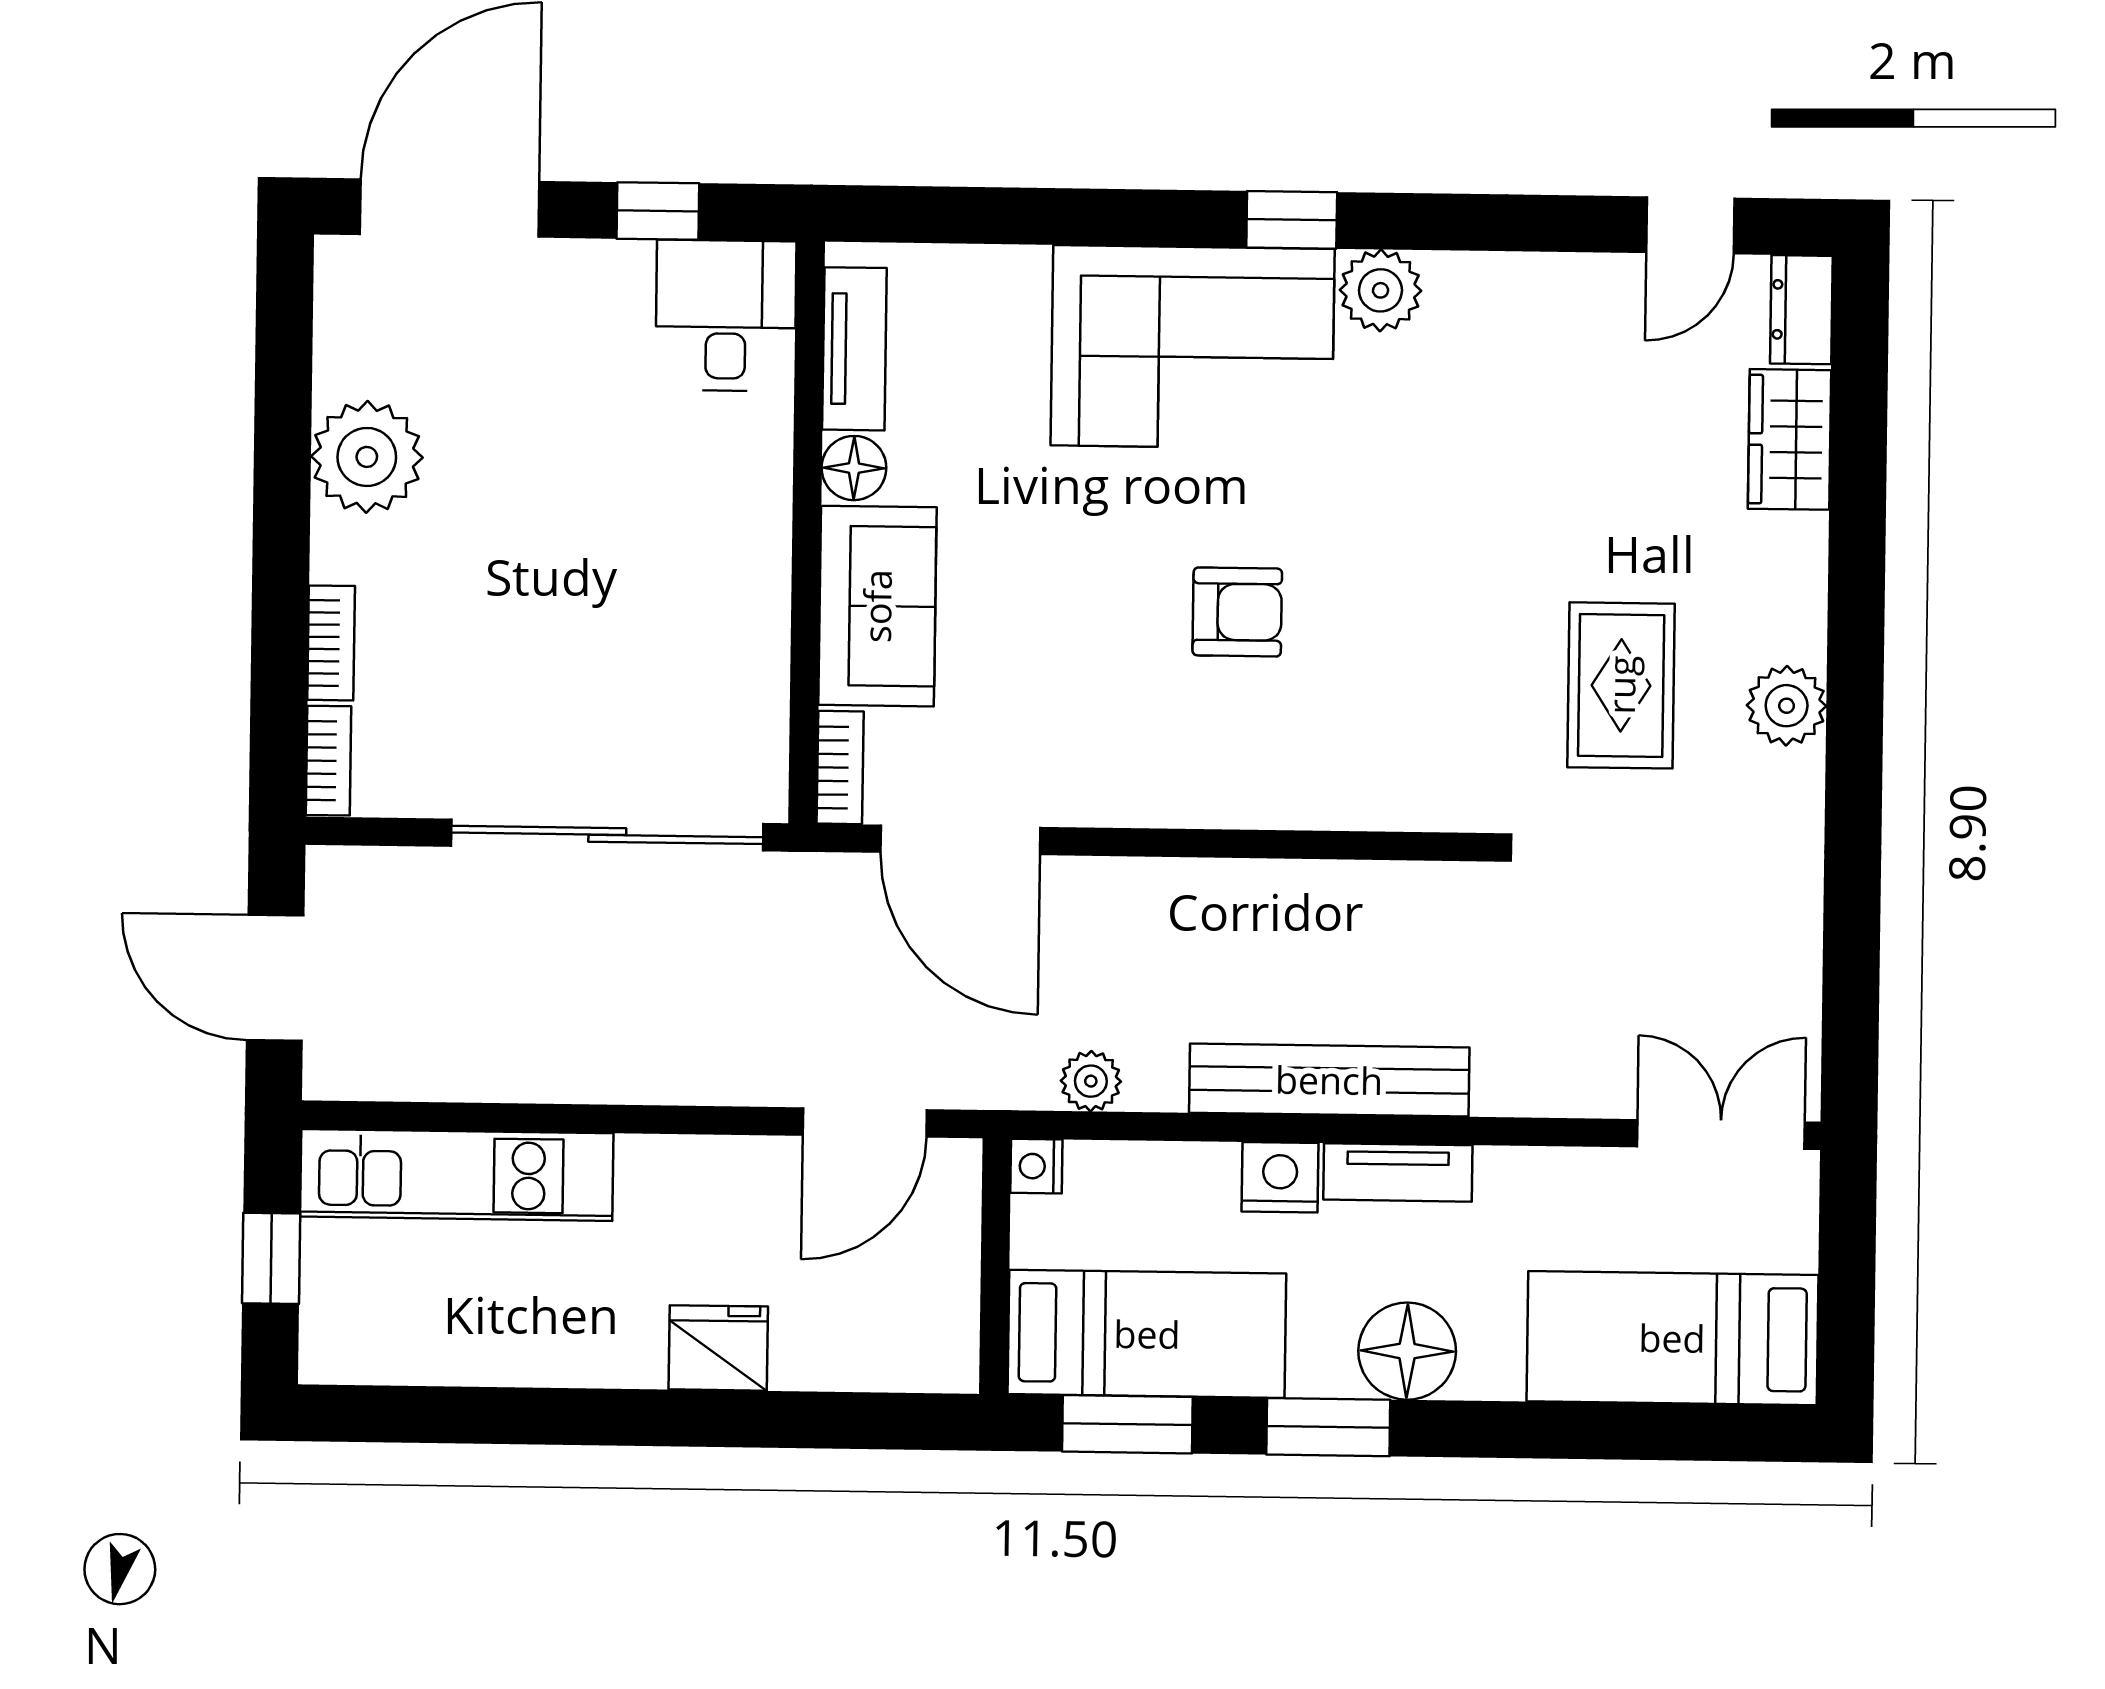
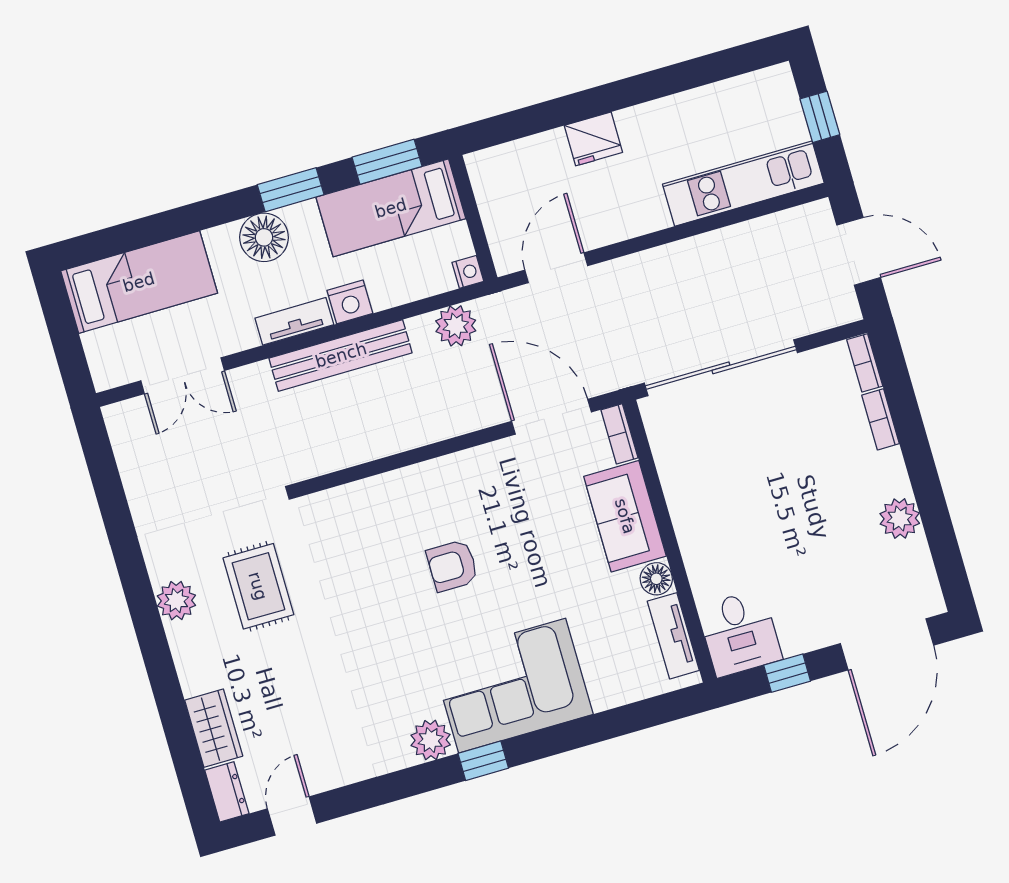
plant: (367, 457) -> (900, 518), width x0.73, depth x0.73
plant: (1091, 1081) -> (456, 326), width x1.38, depth x1.38
double door: (1721, 1134) -> (183, 376), moved

